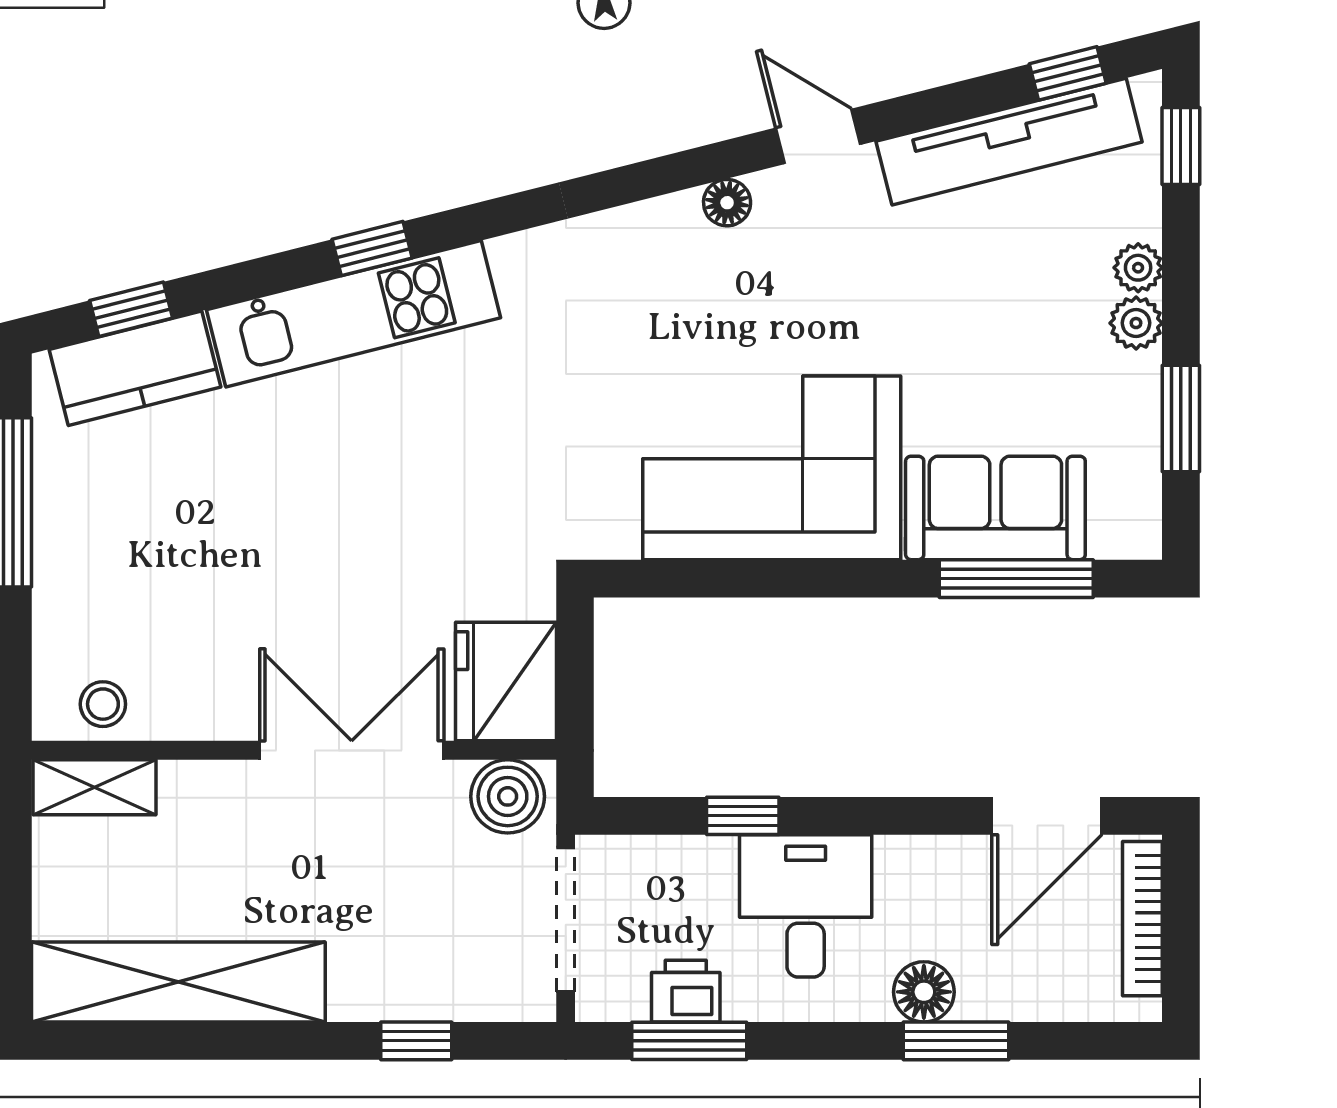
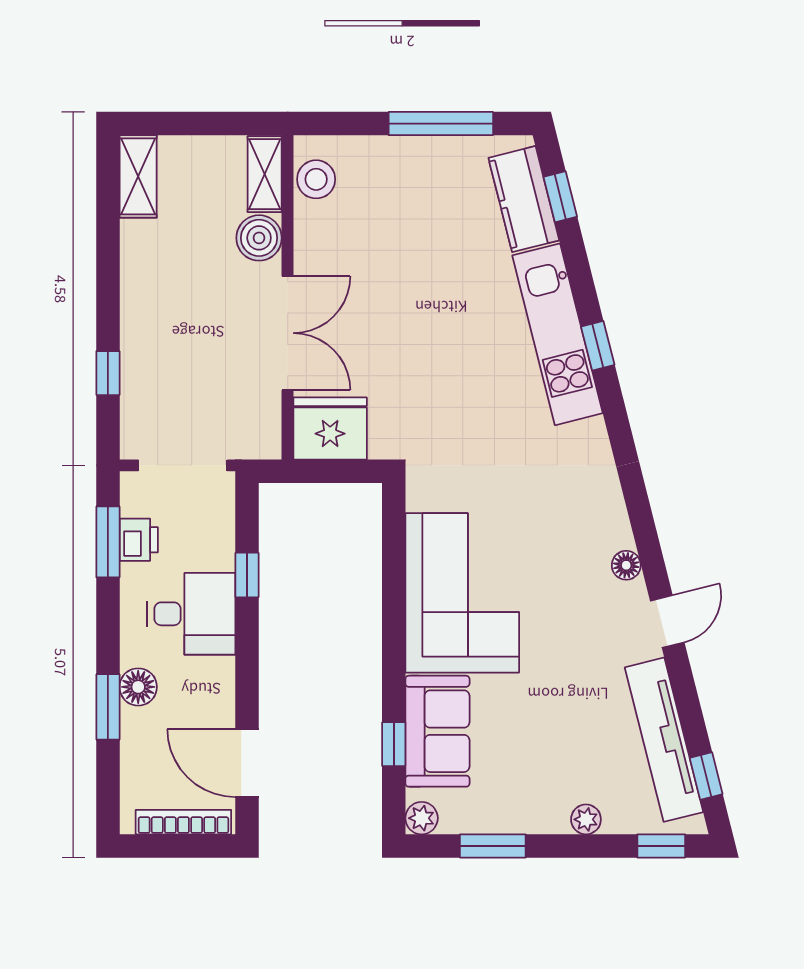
plant: (1136, 323) -> (422, 818), moved
window: (1016, 579) -> (394, 744), width x0.46
stool: (103, 704) -> (316, 179), width x1.37, depth x1.37
boiler: (508, 796) -> (259, 238), moved
shelving: (178, 982) -> (138, 176), width x0.45, depth x0.75

